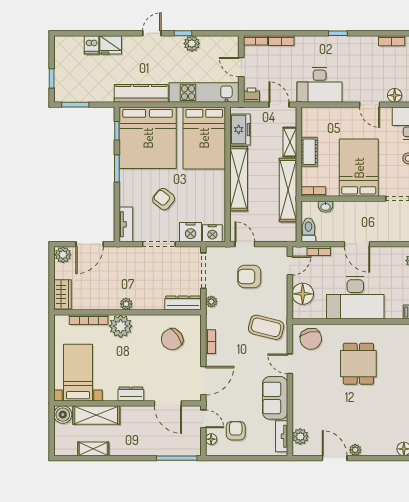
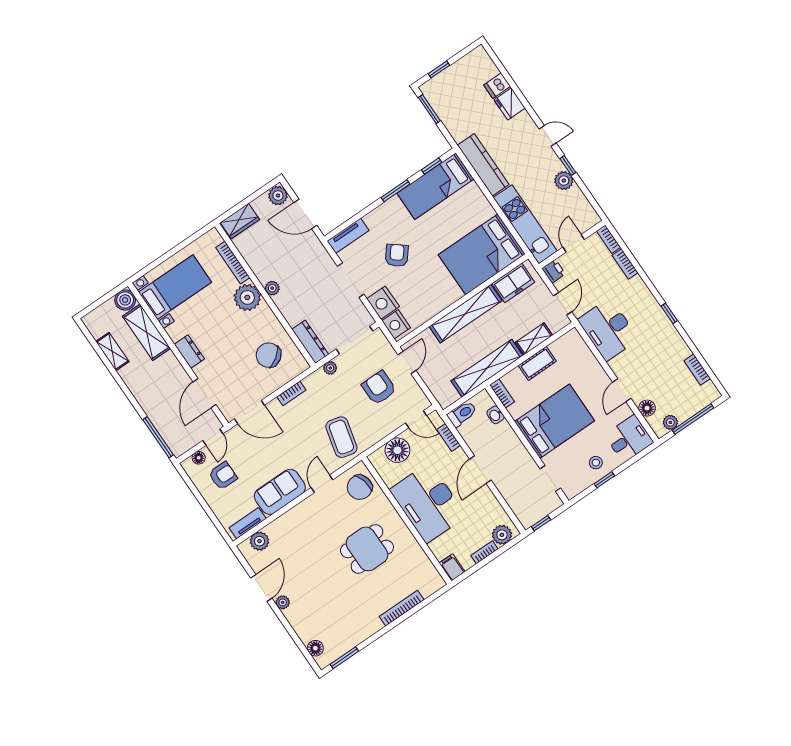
bed: (148, 138) -> (435, 186), width x0.49

